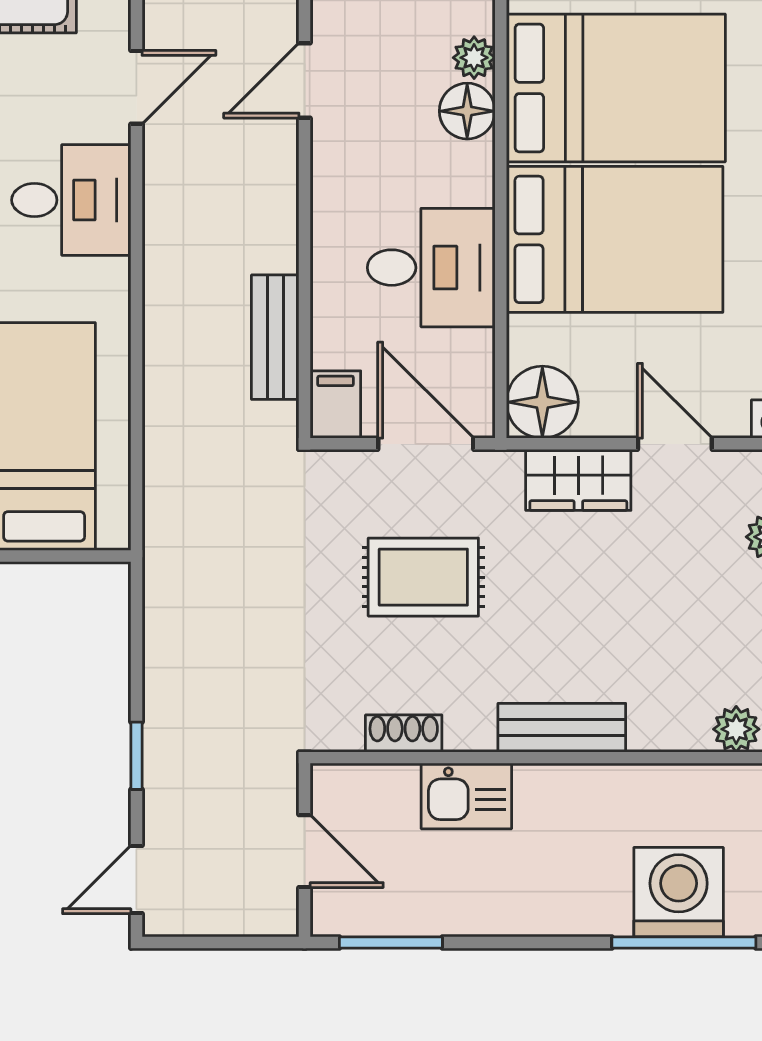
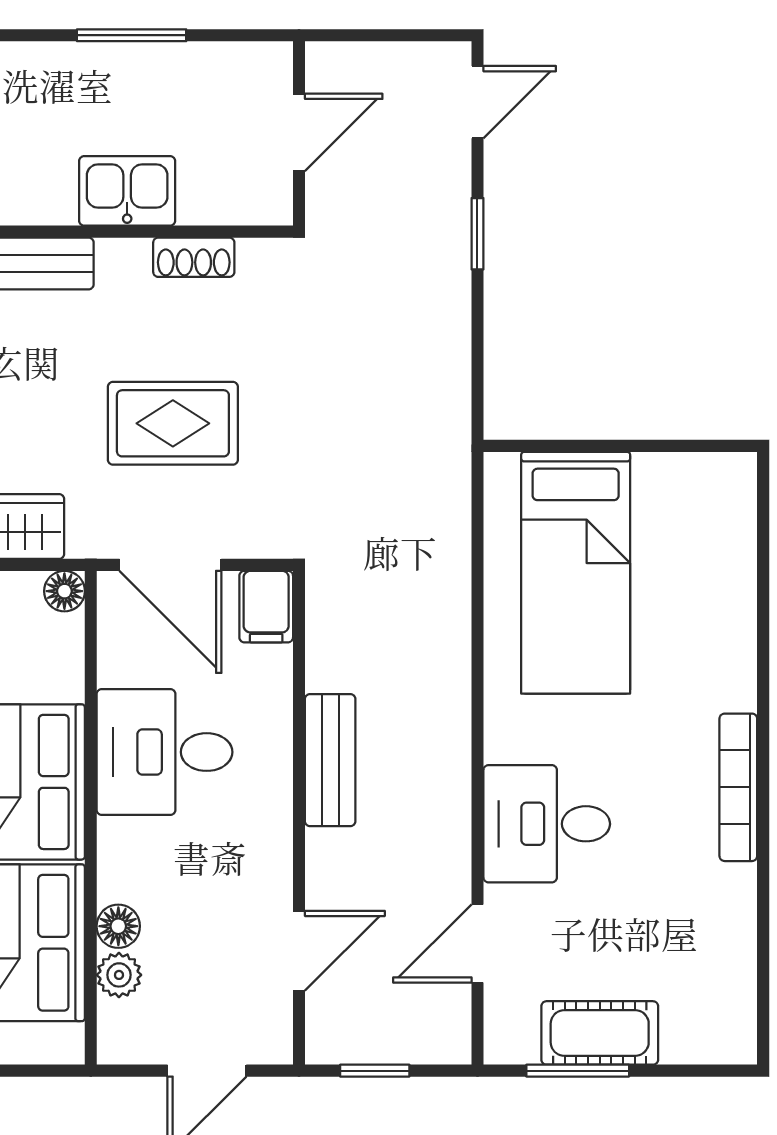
floor lamp: (467, 111) -> (118, 926), width x0.73, depth x0.73
bench: (275, 337) -> (330, 760), moved
floor lamp: (542, 402) -> (64, 591), width x0.53, depth x0.53
door: (305, 851) -> (299, 132), swing flipped
window: (391, 943) -> (132, 35), moved

